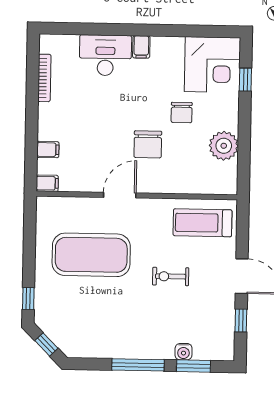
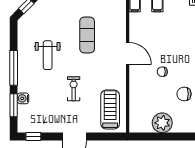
chair: (148, 144) -> (162, 72), width x0.54, depth x0.54
exercise mat: (91, 255) -> (87, 35), width x0.50, depth x0.69
weight bench: (120, 314) -> (48, 55), added
window: (241, 320) -> (33, 137), moved

